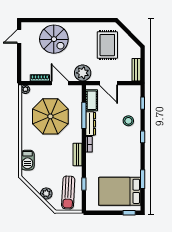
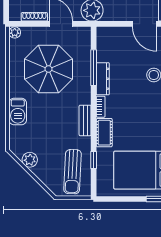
door: (108, 83) -> (145, 24), moved
cot: (92, 100) -> (104, 133), moved
barbecue: (28, 160) -> (18, 112), moved
plant: (46, 193) -> (30, 160), moved

